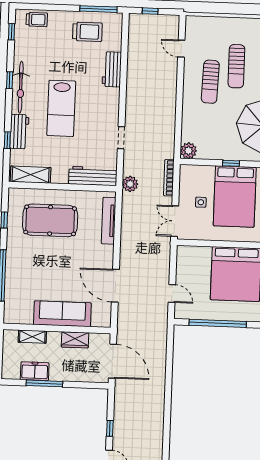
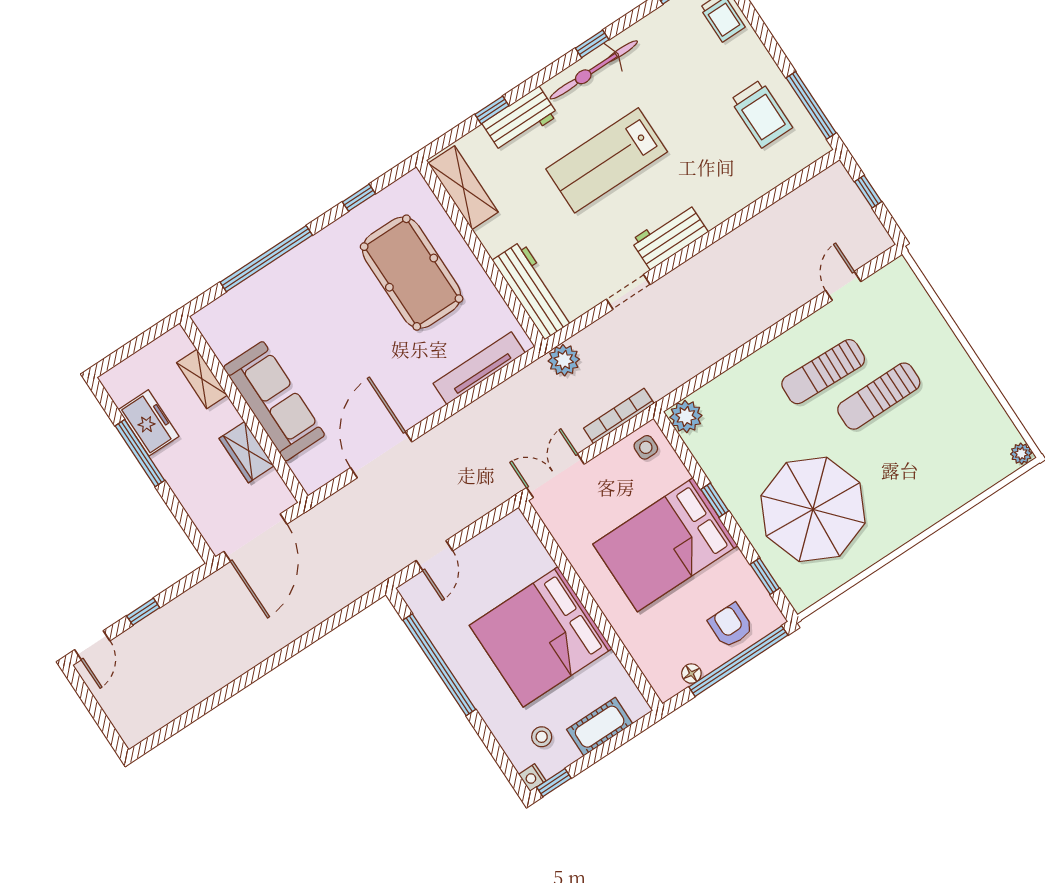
workbench: (112, 69) -> (670, 236), moved
side table: (201, 202) -> (646, 447), moved

